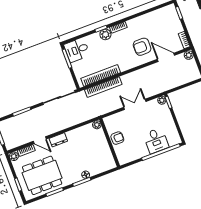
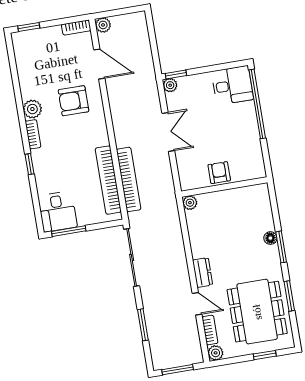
plant: (105, 34) -> (32, 109), moved
armchair: (142, 47) -> (73, 101), turned 90
door: (166, 57) -> (99, 64), swing flipped
double door: (135, 104) -> (168, 132), swing flipped
door: (40, 140) -> (197, 304), hinge flipped
desk: (156, 141) -> (232, 85), moved

